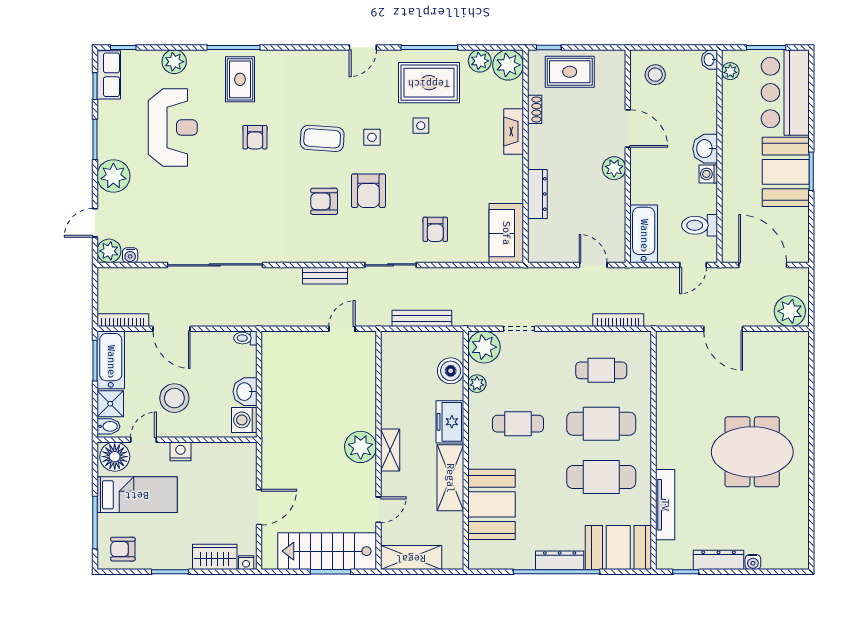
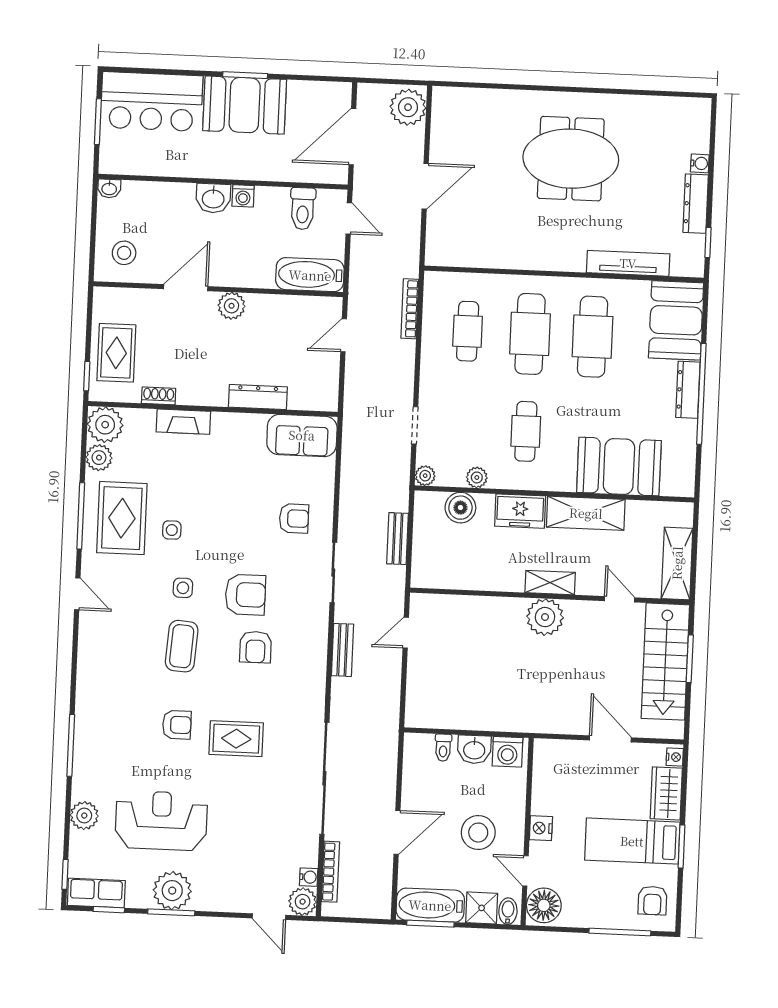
plant: (730, 71) -> (124, 165), removed
rug: (240, 79) -> (236, 739), moved
plant: (113, 176) -> (172, 891), moved
bench: (422, 318) -> (398, 539), width x0.73
bookcase: (123, 320) -> (331, 872), moved, turned 180
door: (342, 329) -> (406, 633), hinge flipped
toilet: (245, 338) -> (443, 748), moved
plant: (484, 347) -> (425, 476), width x0.53, depth x0.53
meeting table: (752, 452) -> (571, 159), turned 90
bed: (137, 495) -> (632, 841), moved, turned -90

